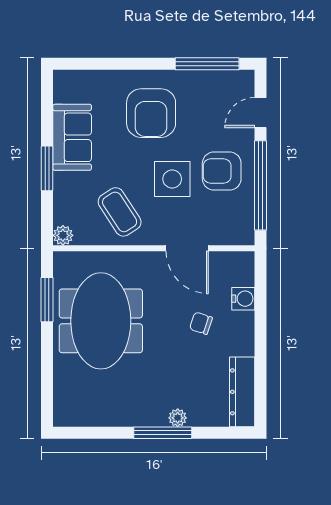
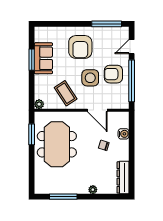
window: (47, 168) -> (32, 60), moved
window: (163, 433) -> (63, 197), moved

